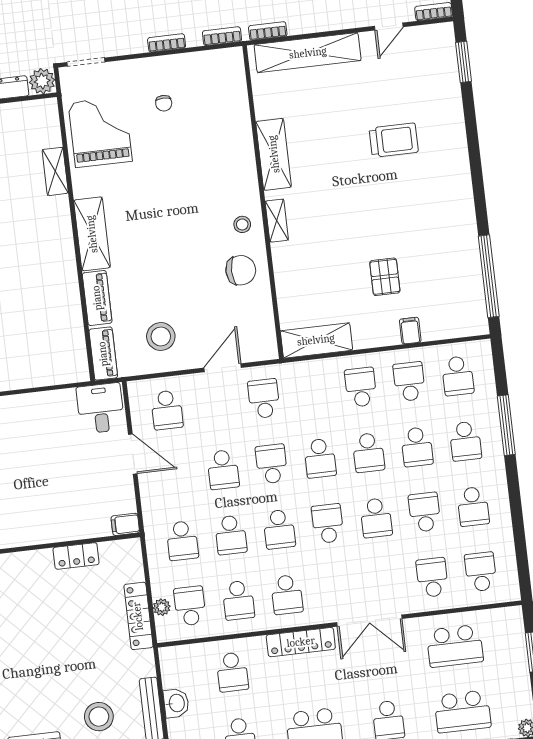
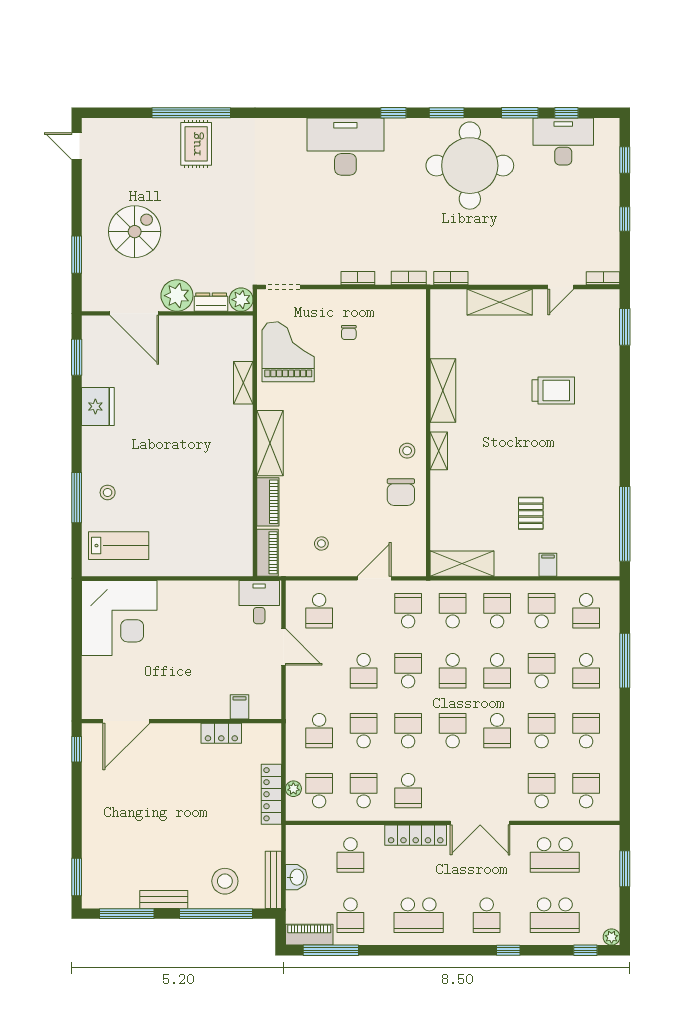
shelving: (308, 53) -> (500, 302), width x0.68
chair: (241, 270) -> (401, 492), turned 90
stool: (161, 336) -> (321, 543), width x0.53, depth x0.53
school desk: (312, 393) -> (453, 611), added
school desk: (417, 447) -> (542, 671), turned 180
school desk: (473, 506) -> (586, 731), turned 180
filing cabinet: (125, 524) -> (239, 707), moved, turned 90
school desk: (279, 529) -> (408, 731), turned 180
school desk: (231, 535) -> (364, 731), turned 180
school desk: (238, 600) -> (364, 791), turned 180

